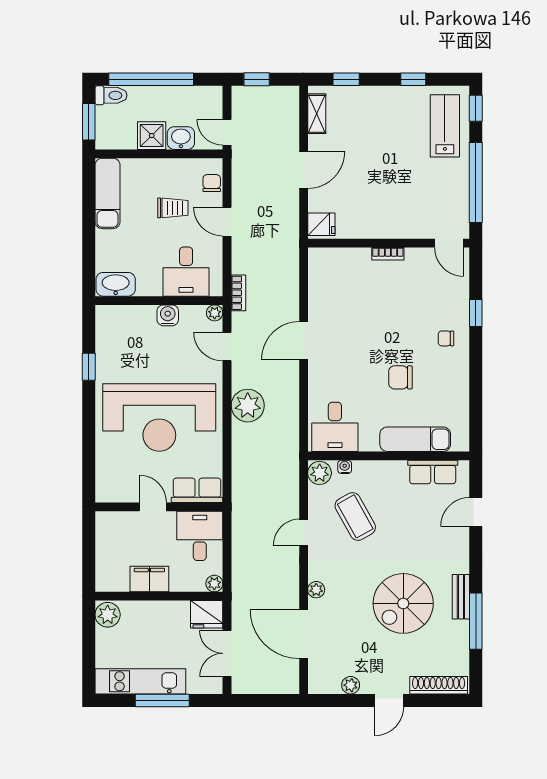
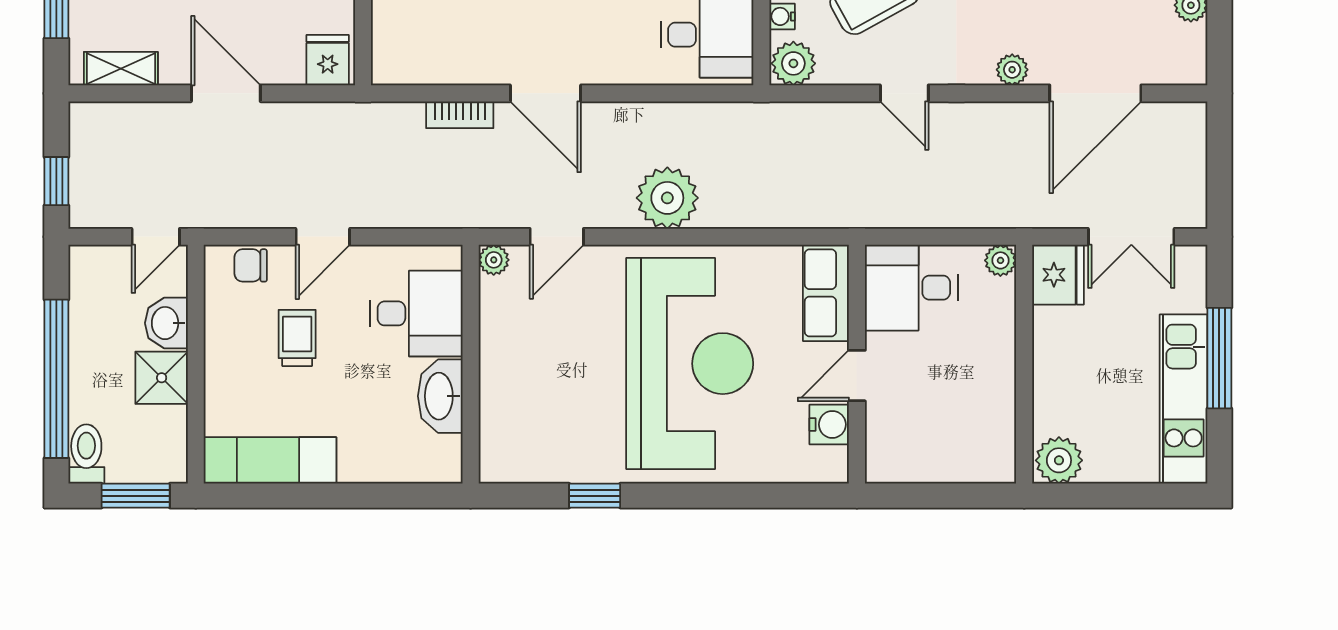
washbasin: (116, 284) -> (440, 396), moved
bookcase: (238, 293) -> (460, 115), moved, turned 180
water cooler: (168, 315) -> (829, 424), moved, turned 180
filing cabinet: (149, 579) -> (992, 382), removed

